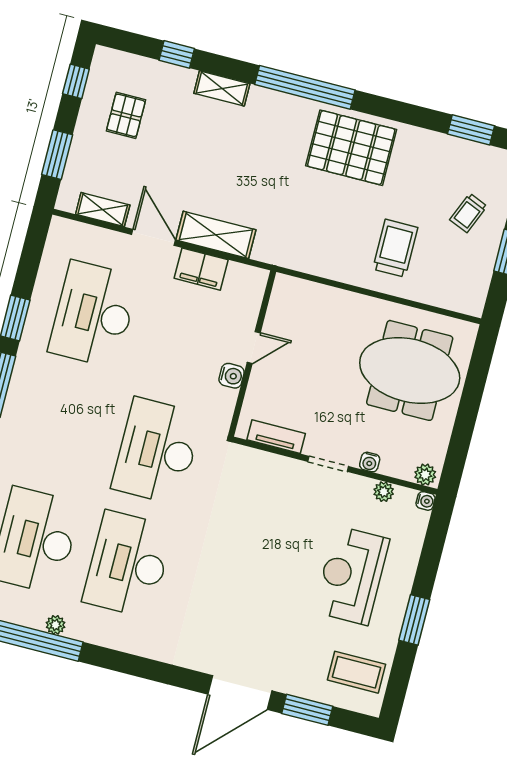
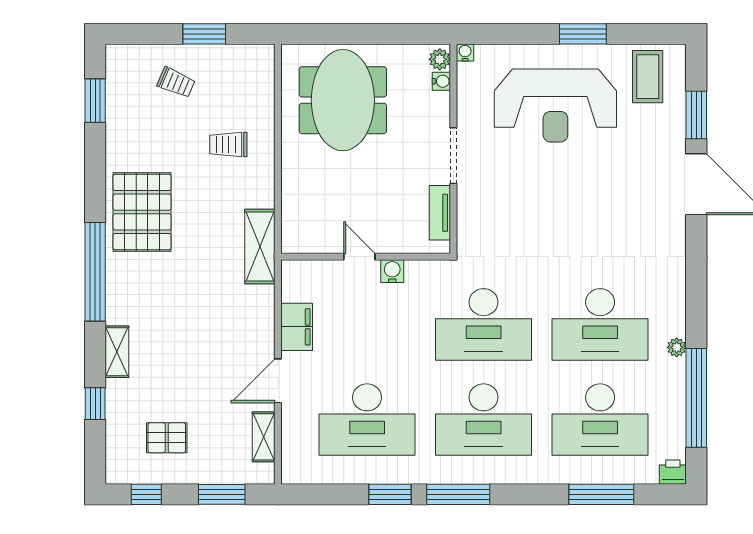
shelving: (216, 235) -> (260, 246), moved
trolley: (395, 248) -> (228, 144), width x0.73, depth x0.72
desk: (65, 427) -> (484, 420), added
water cooler: (370, 462) -> (441, 81), moved
doorway: (328, 464) -> (453, 156), width x1.38
plant: (384, 492) -> (466, 95), removed
reception desk: (352, 575) -> (555, 105), width x1.36, depth x1.30
plant: (56, 625) -> (677, 347), moved

